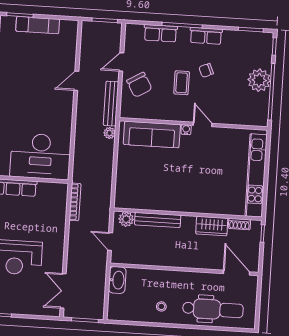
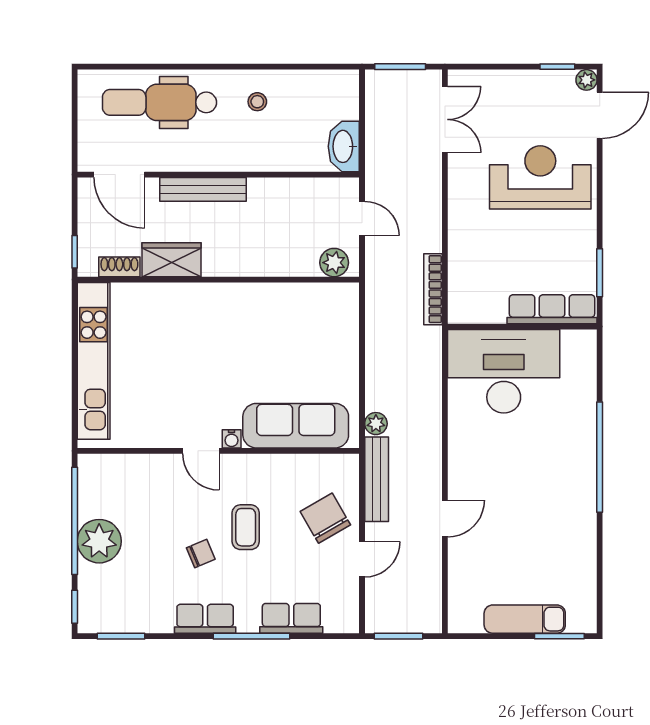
bench: (158, 220) -> (203, 189), moved

